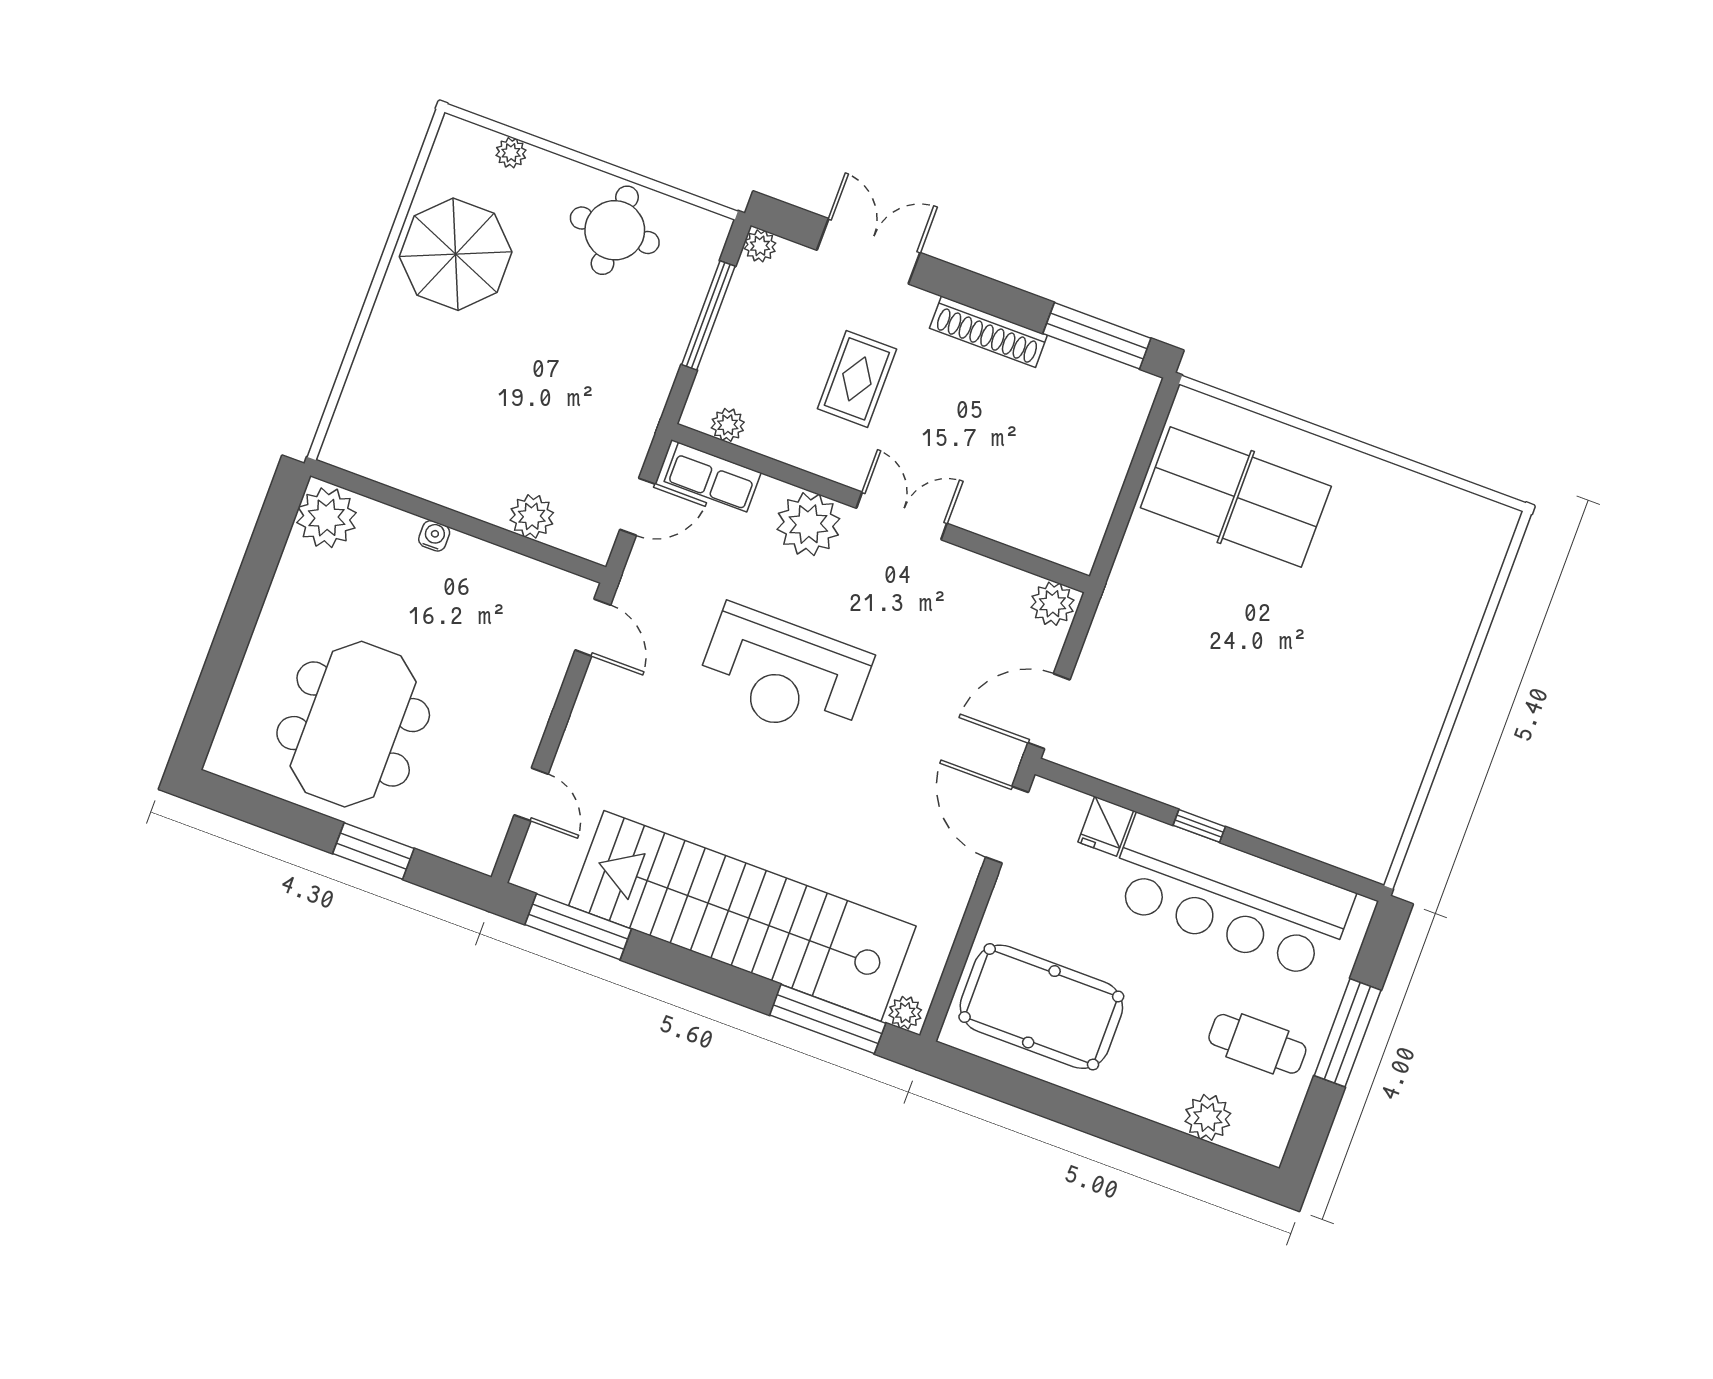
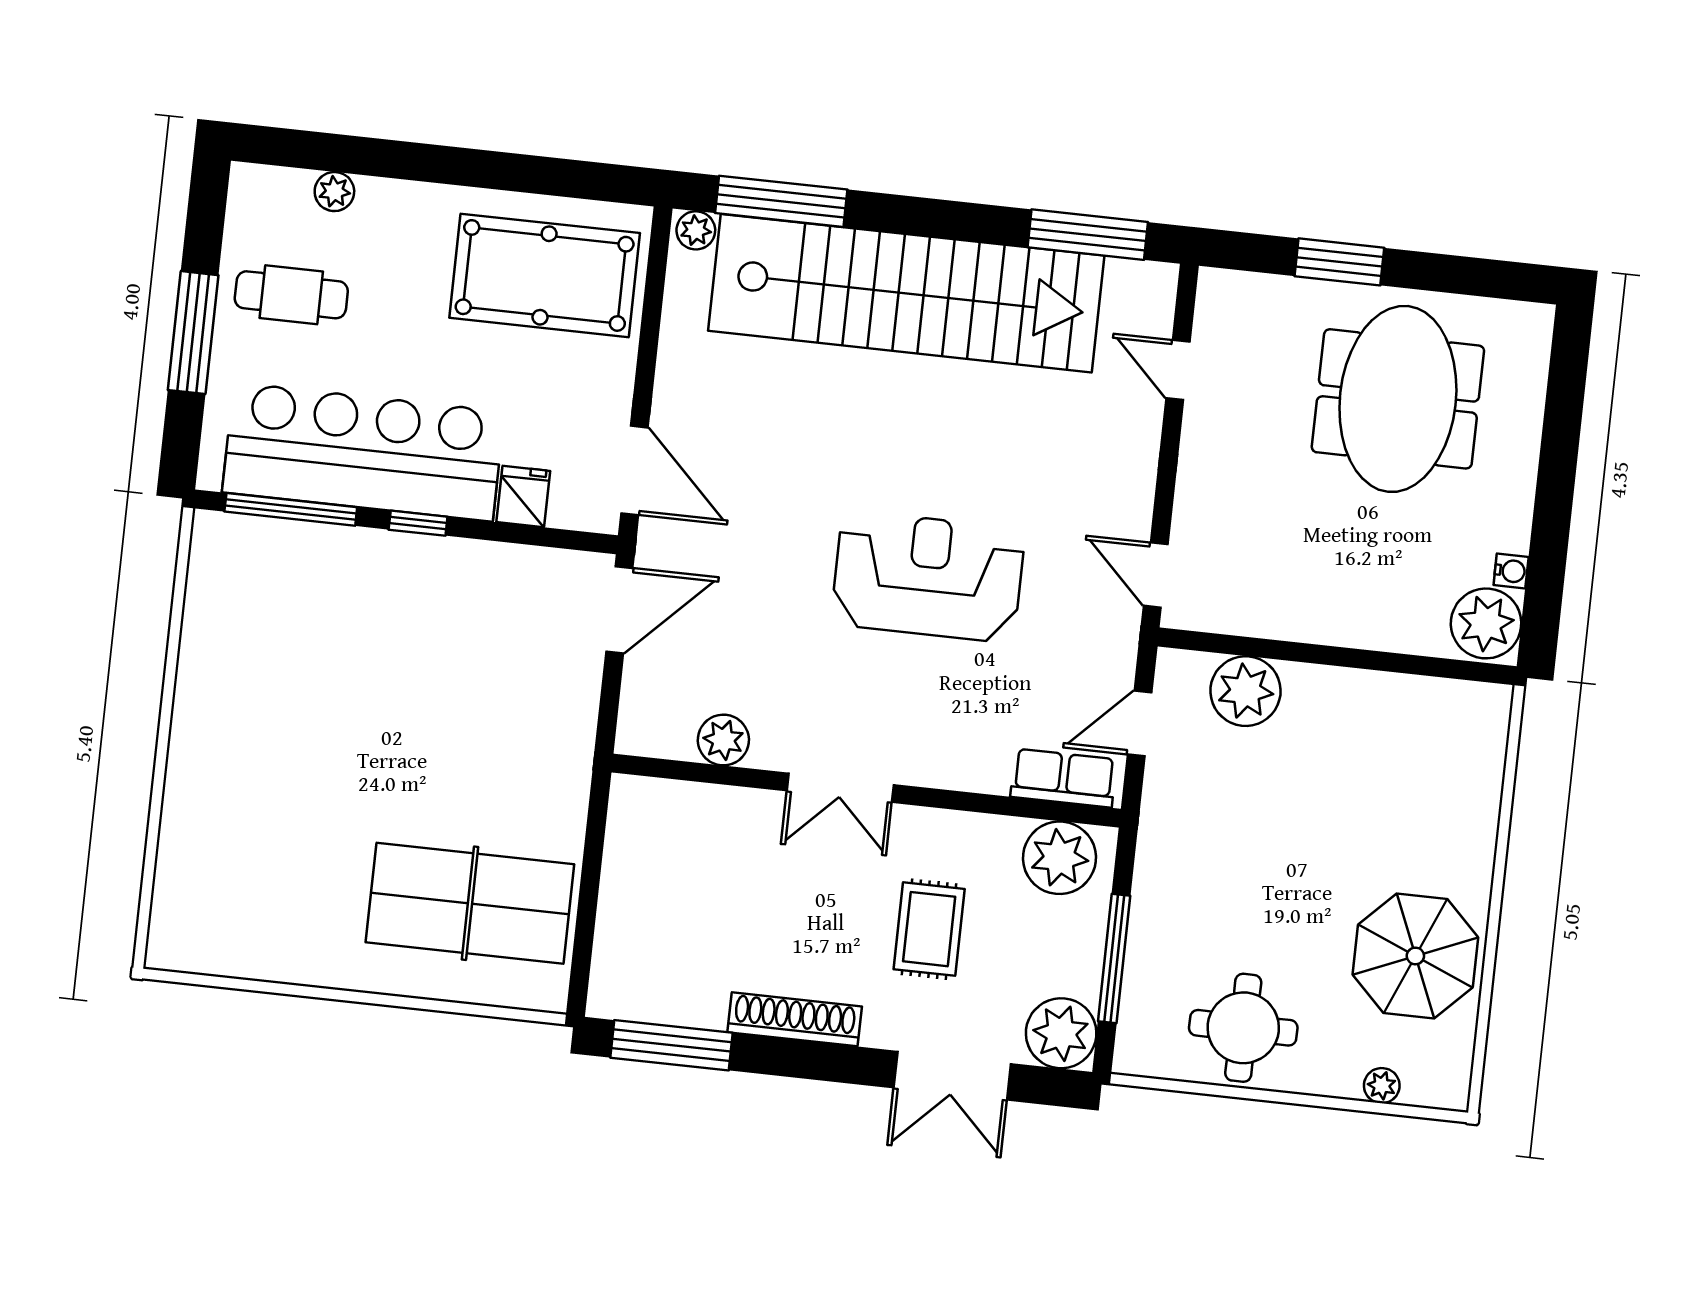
plant: (760, 246) -> (1061, 1033), width x1.88, depth x1.88
plant: (728, 425) -> (1059, 858), width x1.87, depth x1.87
plant: (532, 516) -> (1245, 691), width x1.36, depth x1.36
plant: (808, 524) -> (943, 752), removed
water cooler: (434, 536) -> (1511, 571), moved, turned -90
plant: (1053, 604) -> (723, 740), moved
window: (1303, 864) -> (291, 509), added
plant: (1208, 1117) -> (334, 192), width x0.73, depth x0.73

